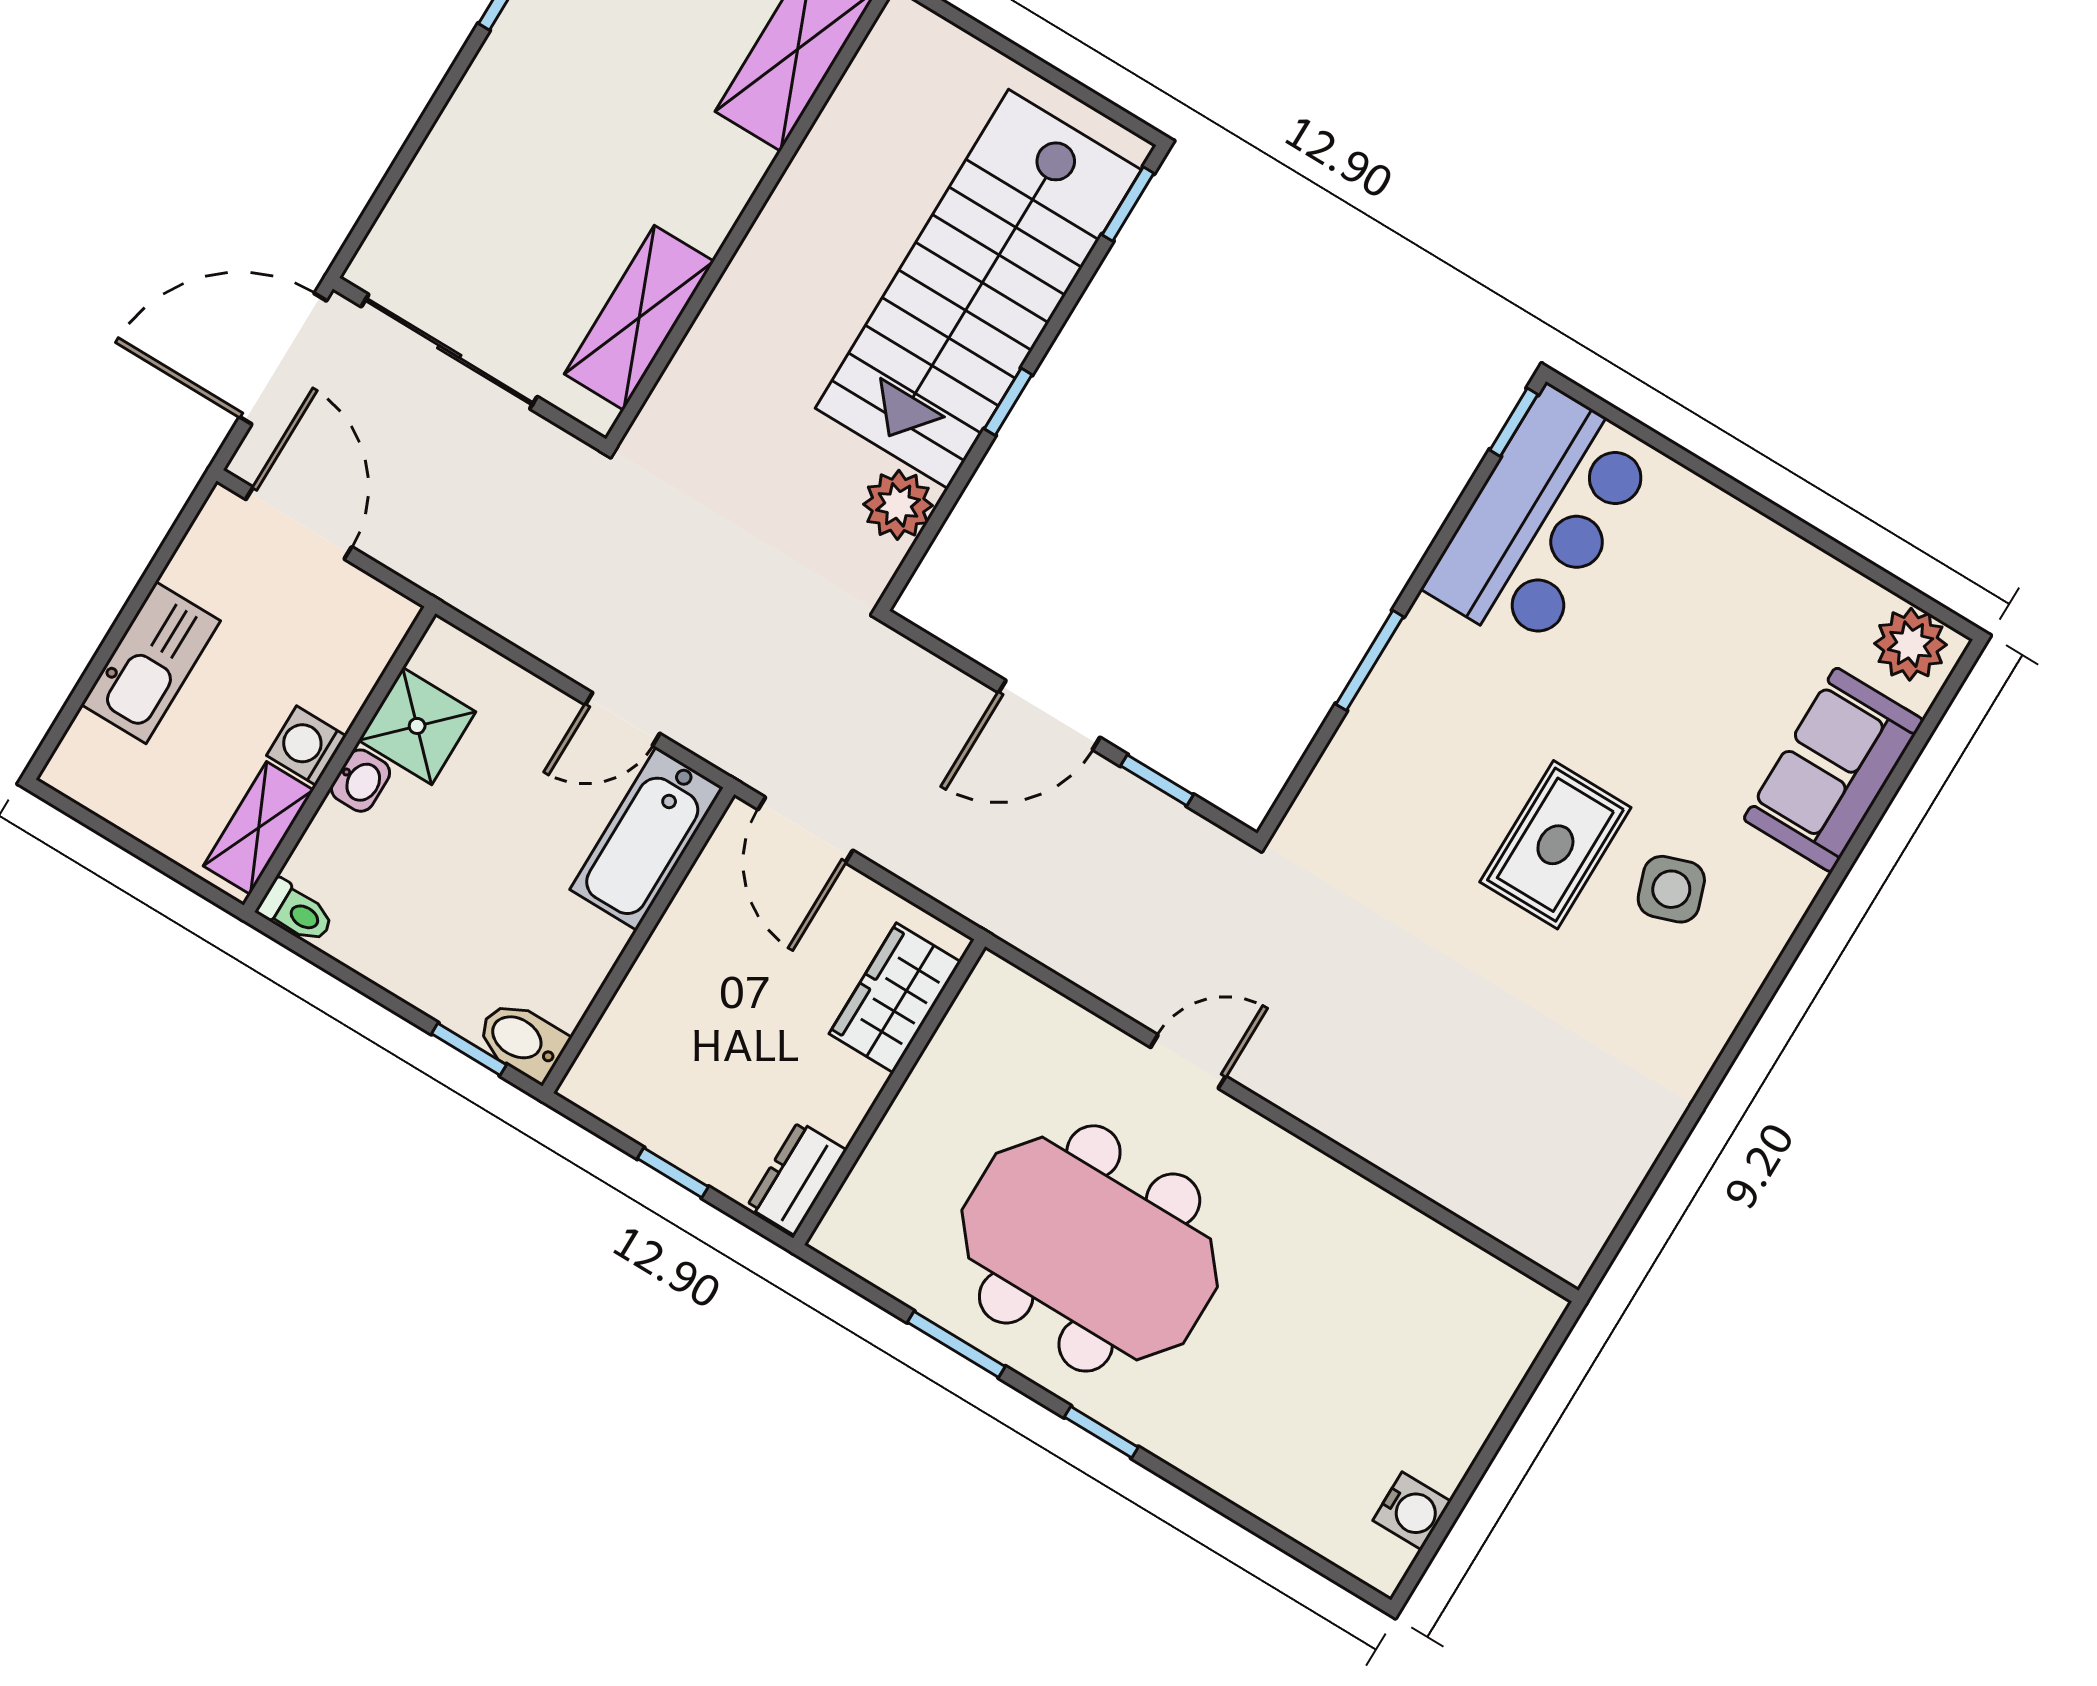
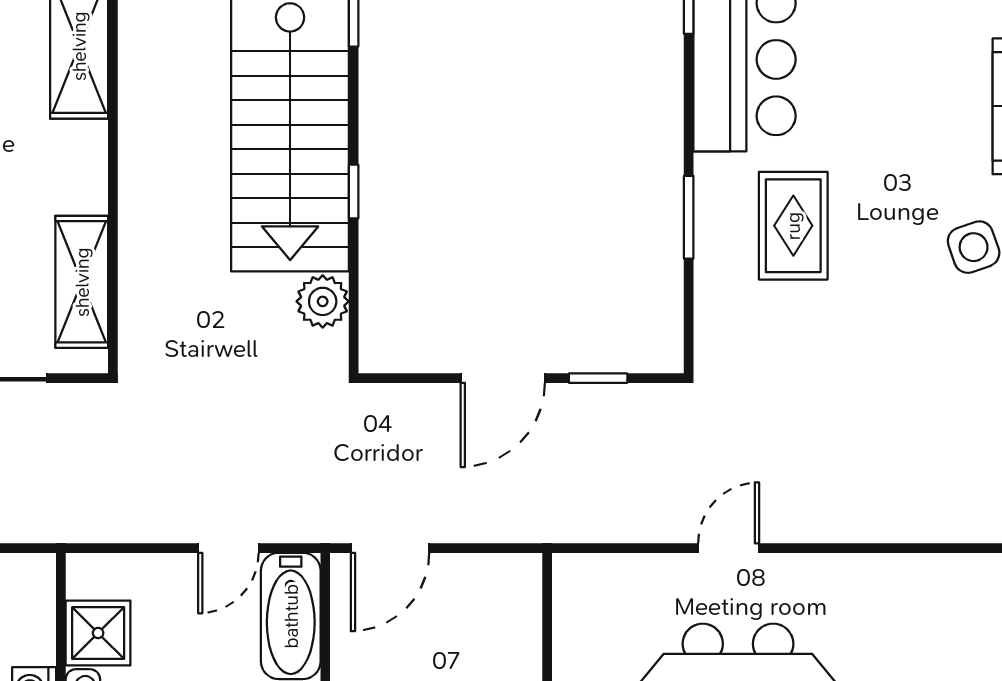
door: (805, 830) -> (390, 548), hinge flipped
rug: (1555, 845) -> (793, 226), moved
wardrobe: (895, 998) -> (514, 622), removed

